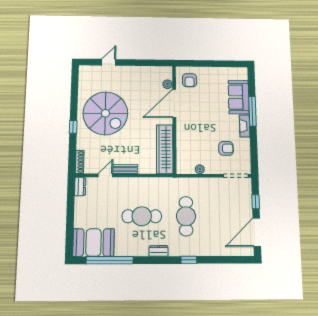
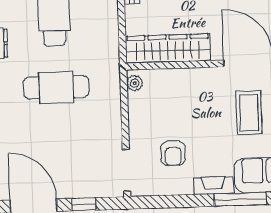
coffee table: (203, 105) -> (249, 113), added
plant: (200, 169) -> (135, 83), moved

